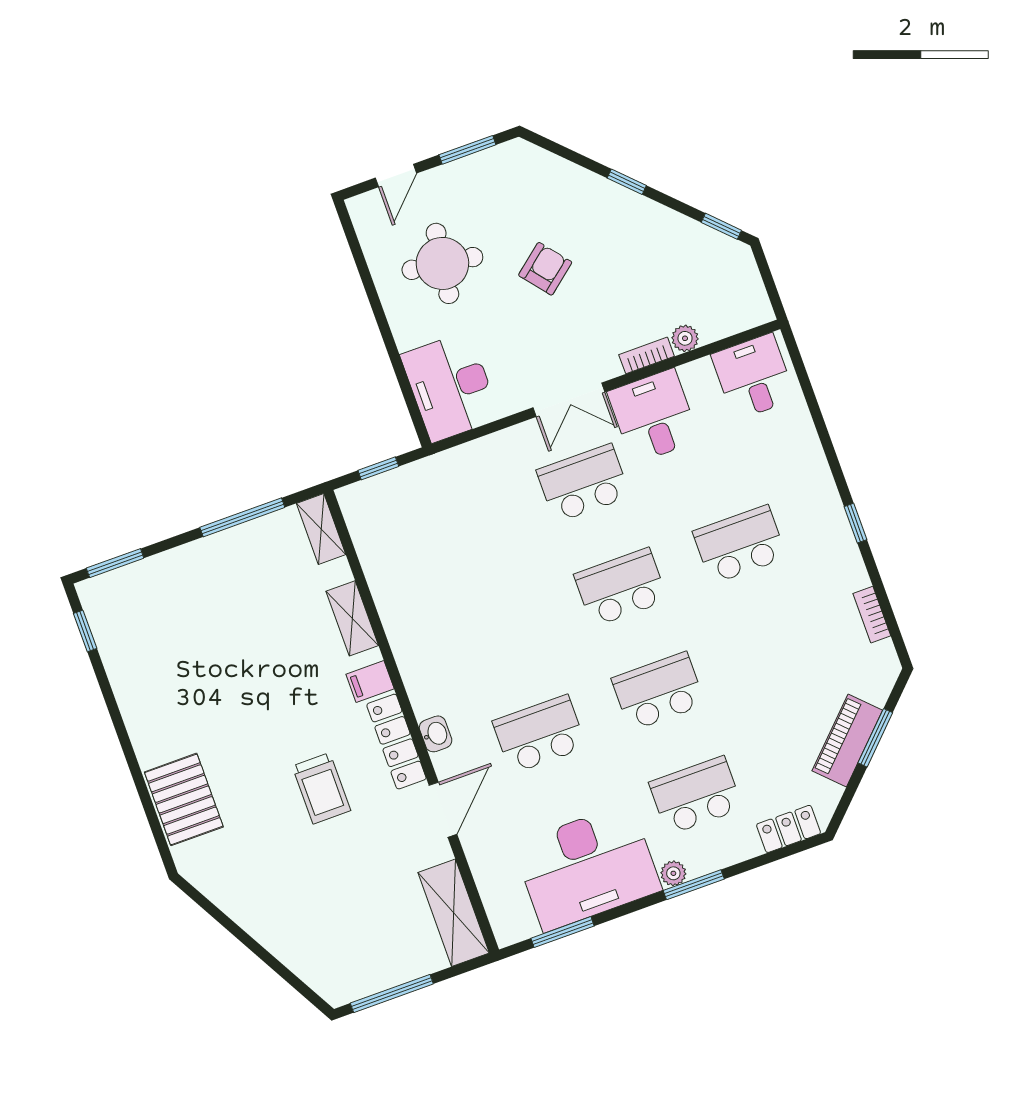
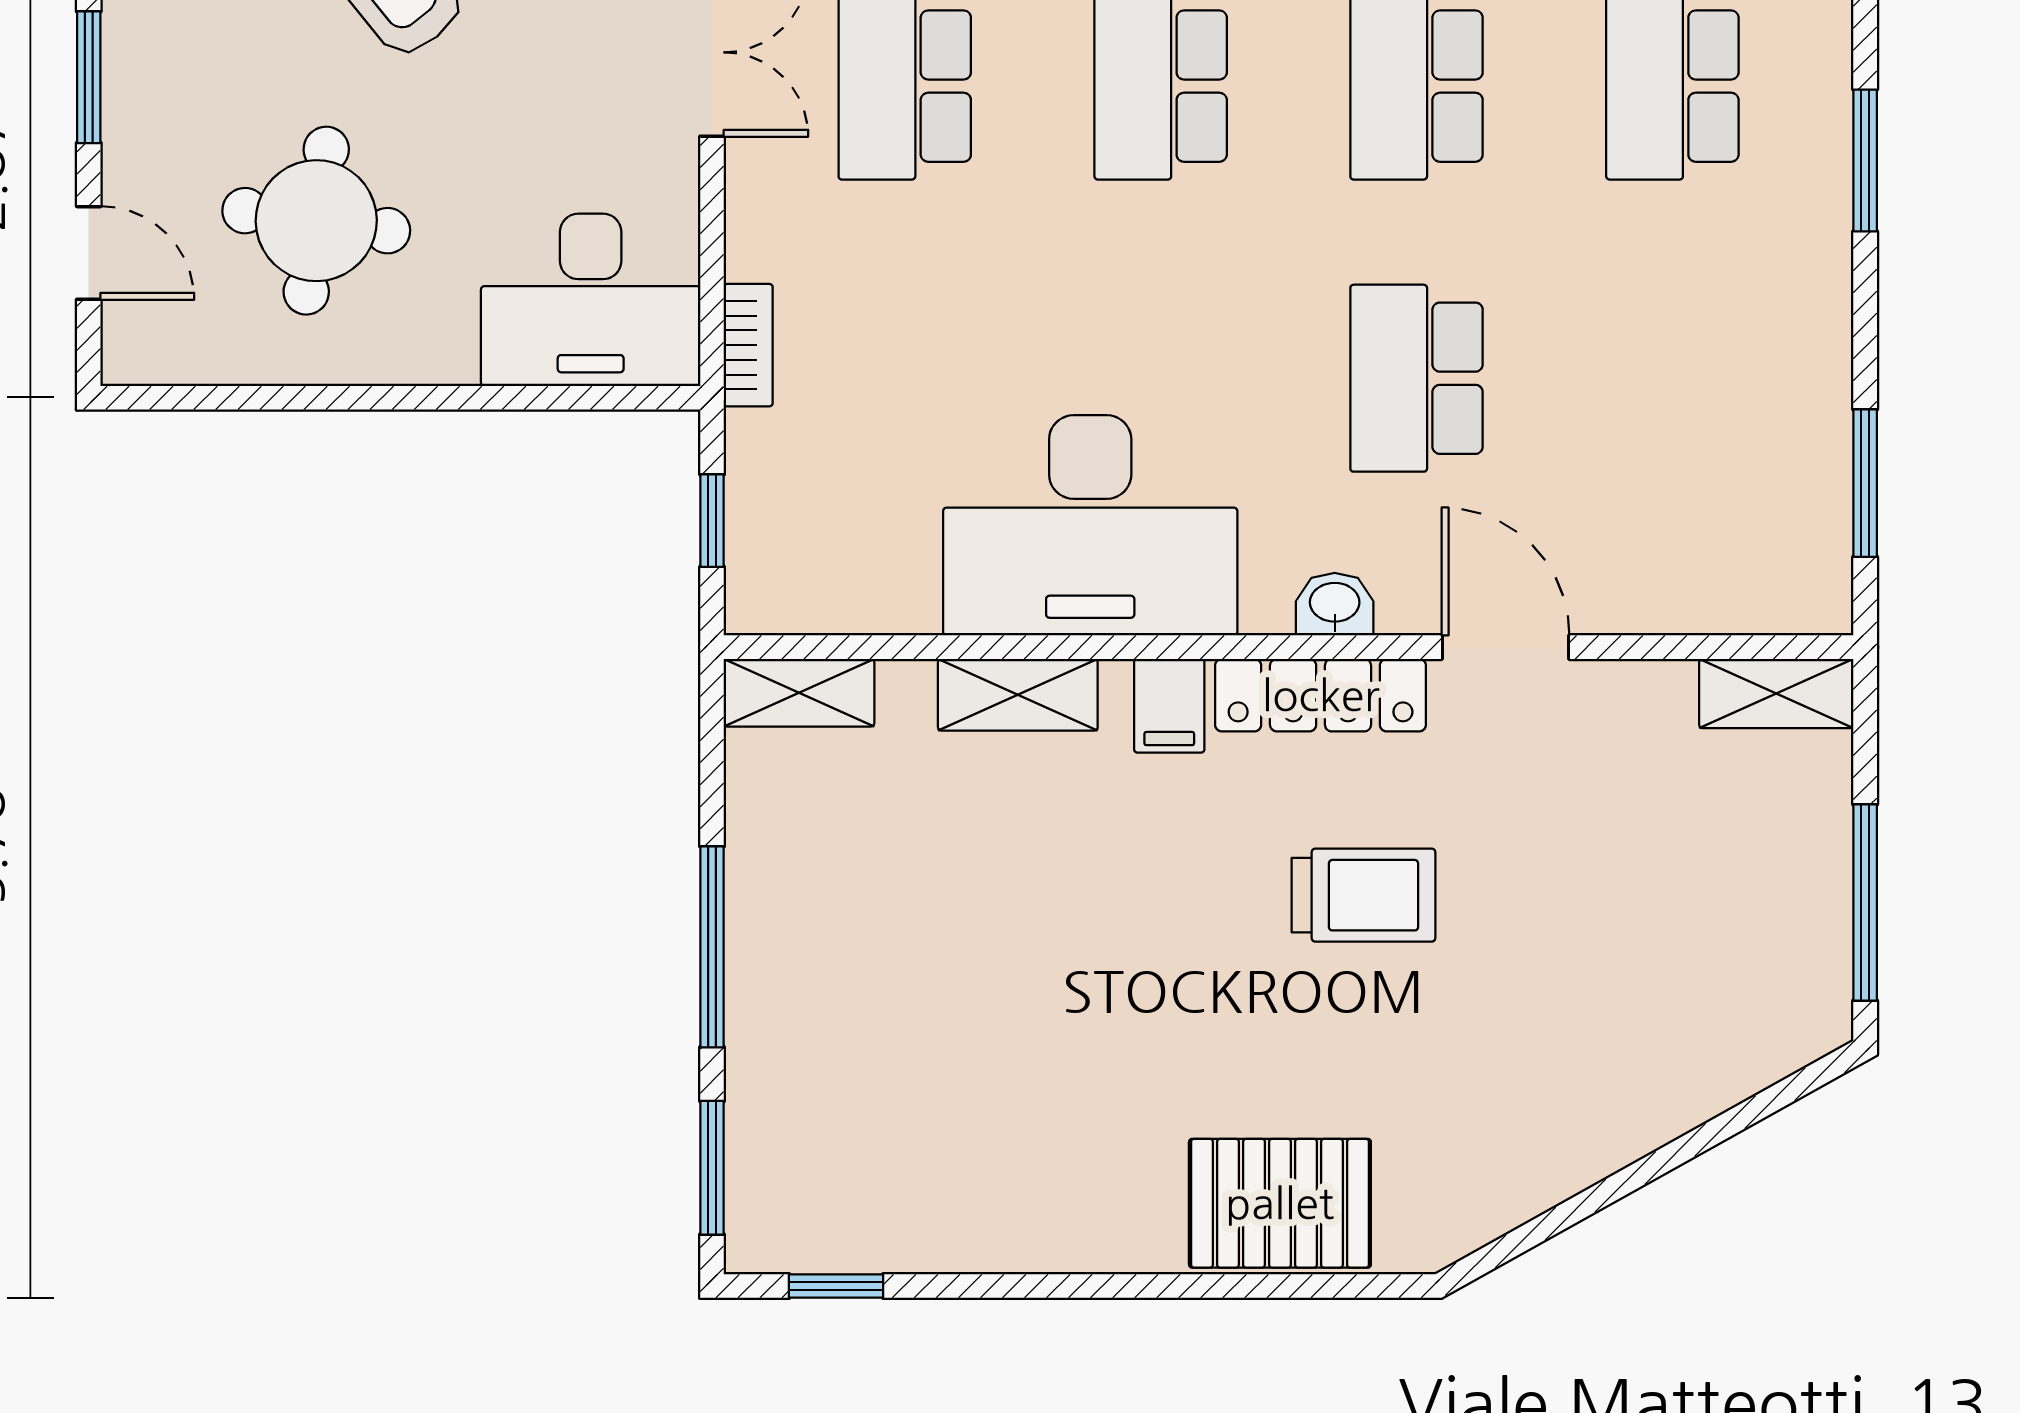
bookcase: (455, 457) -> (748, 345), added
window: (242, 517) -> (712, 947), moved
desk: (587, 867) -> (1090, 525), moved, turned 90
plant: (673, 873) -> (1824, 196), removed
shelving: (454, 913) -> (1776, 693), width x0.67, depth x0.75

